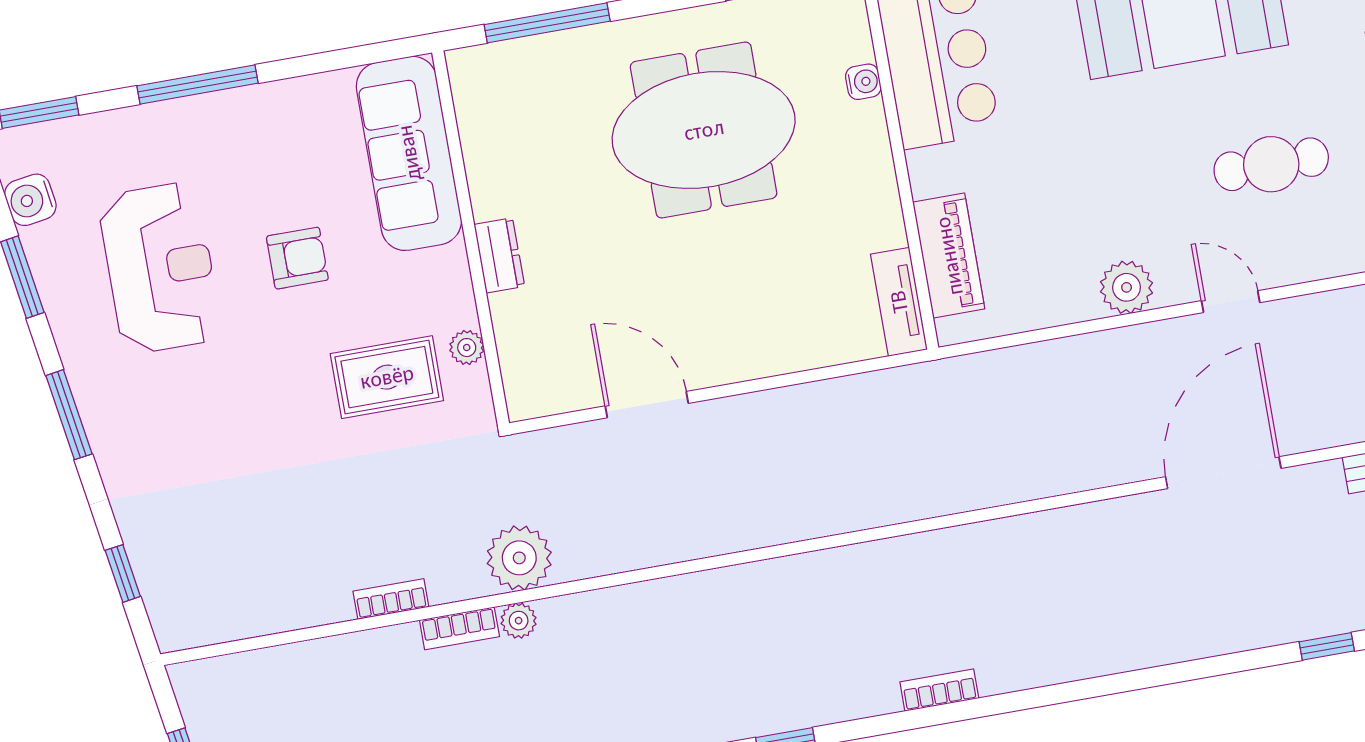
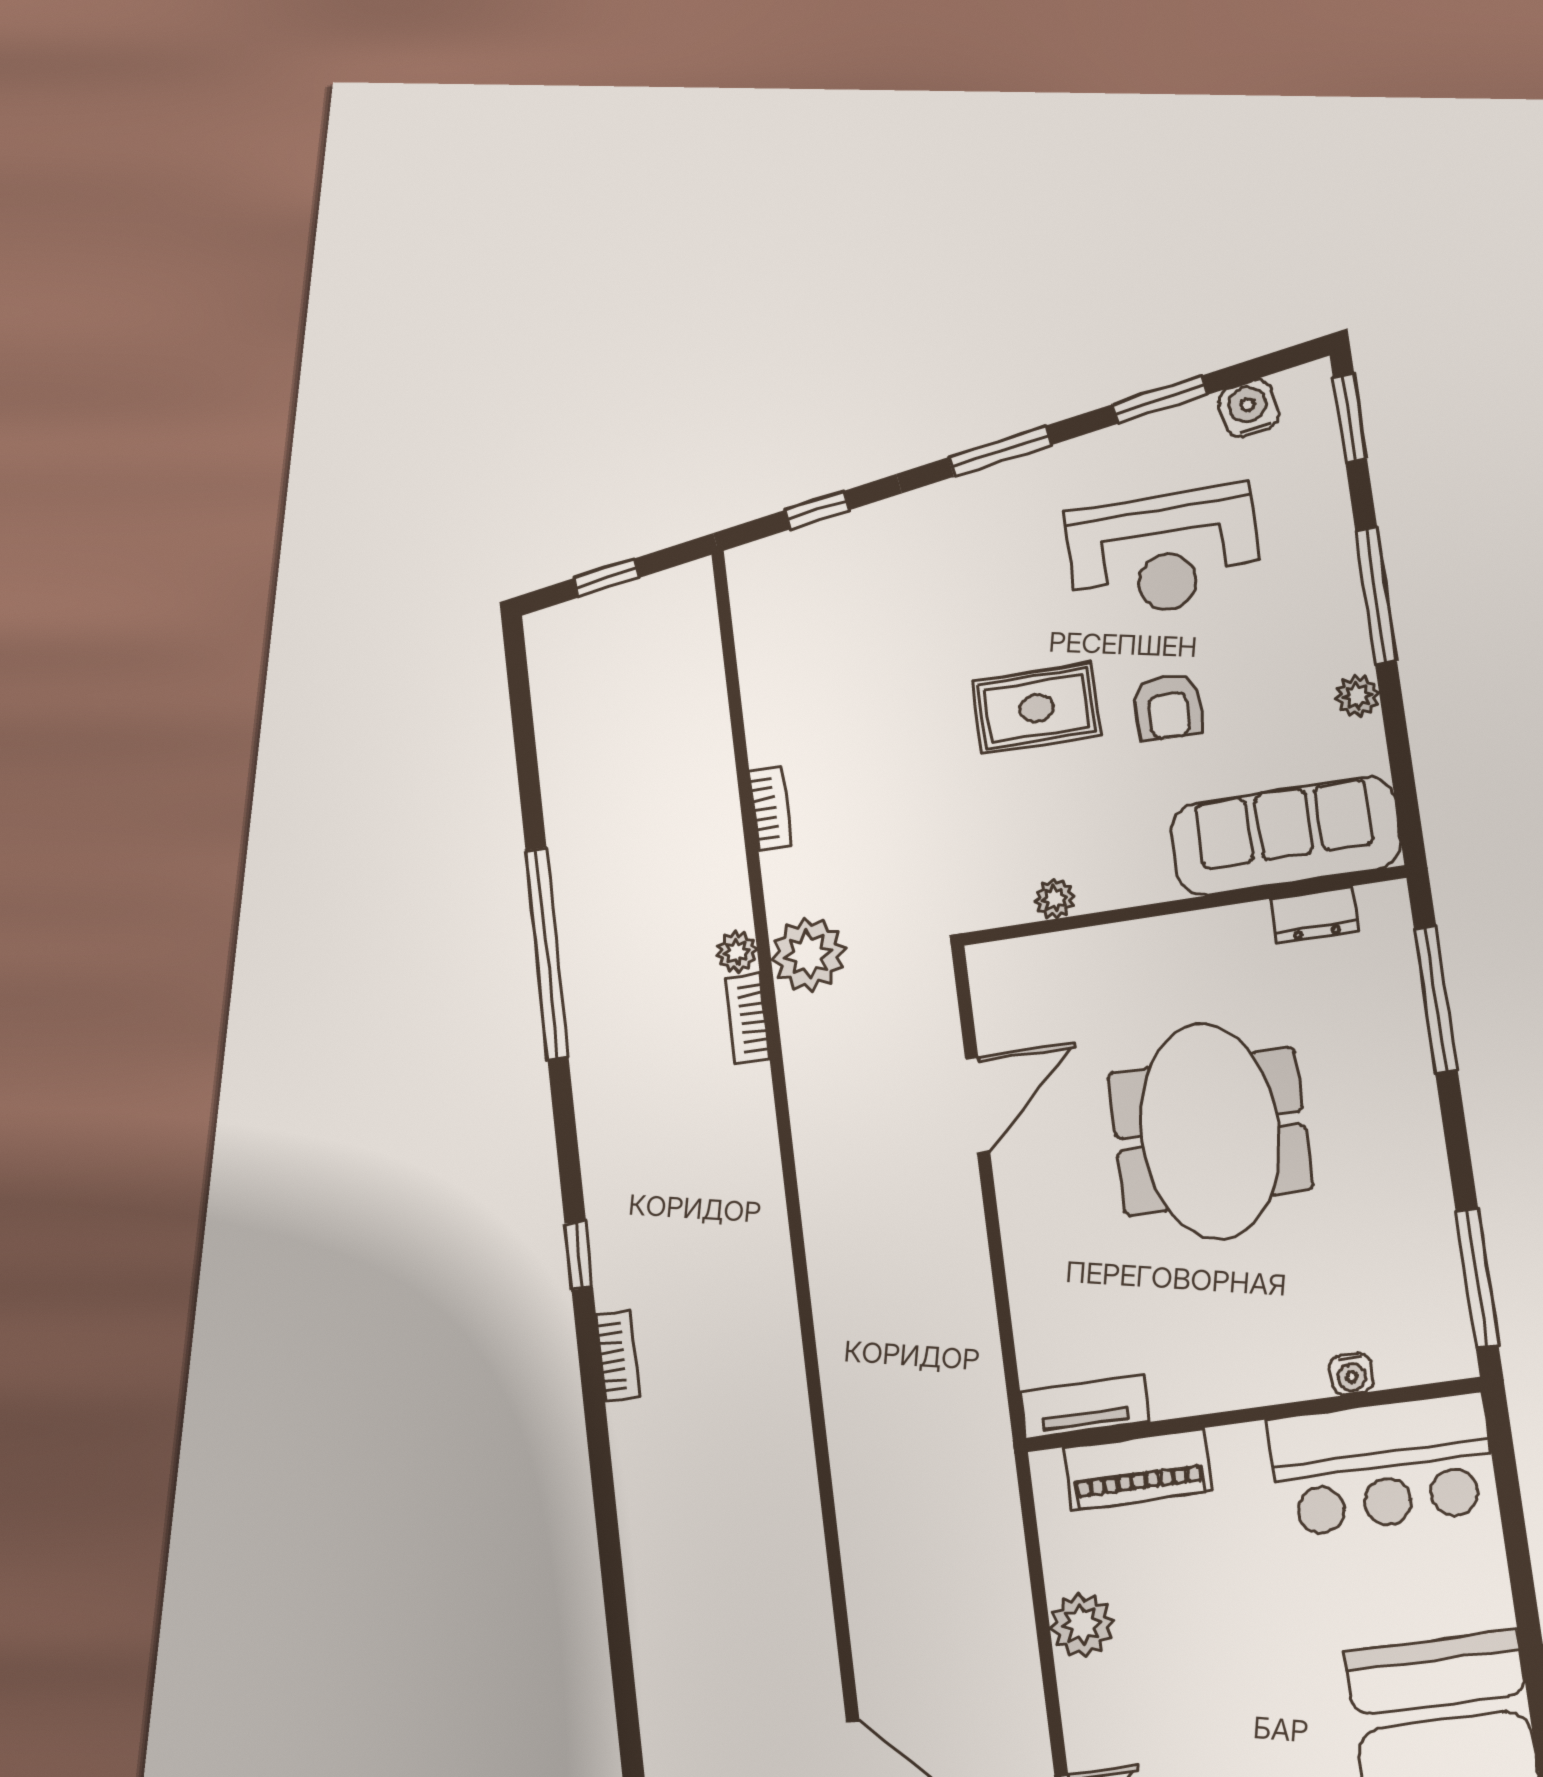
plant: (286, 97) -> (1357, 696), added
meeting table: (704, 130) -> (1210, 1131), moved
dresser: (499, 255) -> (1314, 915), moved
plant: (1127, 287) -> (1082, 1625), moved
rug: (387, 377) -> (1037, 708), moved, turned 90
bookcase: (459, 628) -> (747, 1019), moved
bookcase: (939, 690) -> (617, 1356), moved

